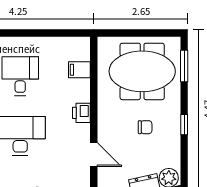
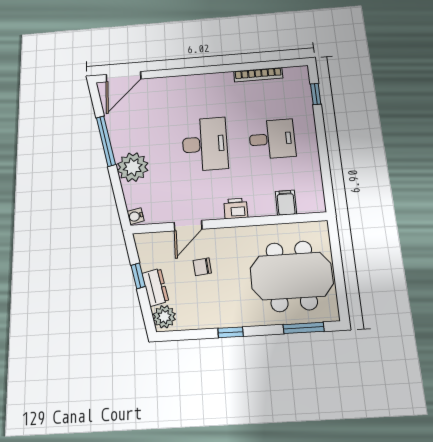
meeting table: (142, 71) -> (292, 276), turned 90
chair: (145, 127) -> (202, 267), moved, turned 84

